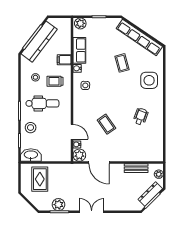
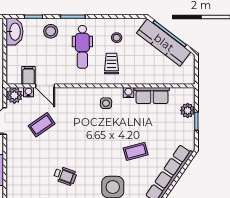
plant: (80, 23) -> (188, 110), moved
filing cabinet: (64, 60) -> (28, 75), moved
coffee table: (106, 124) -> (42, 125), moved
door: (72, 132) -> (45, 86), hinge flipped

